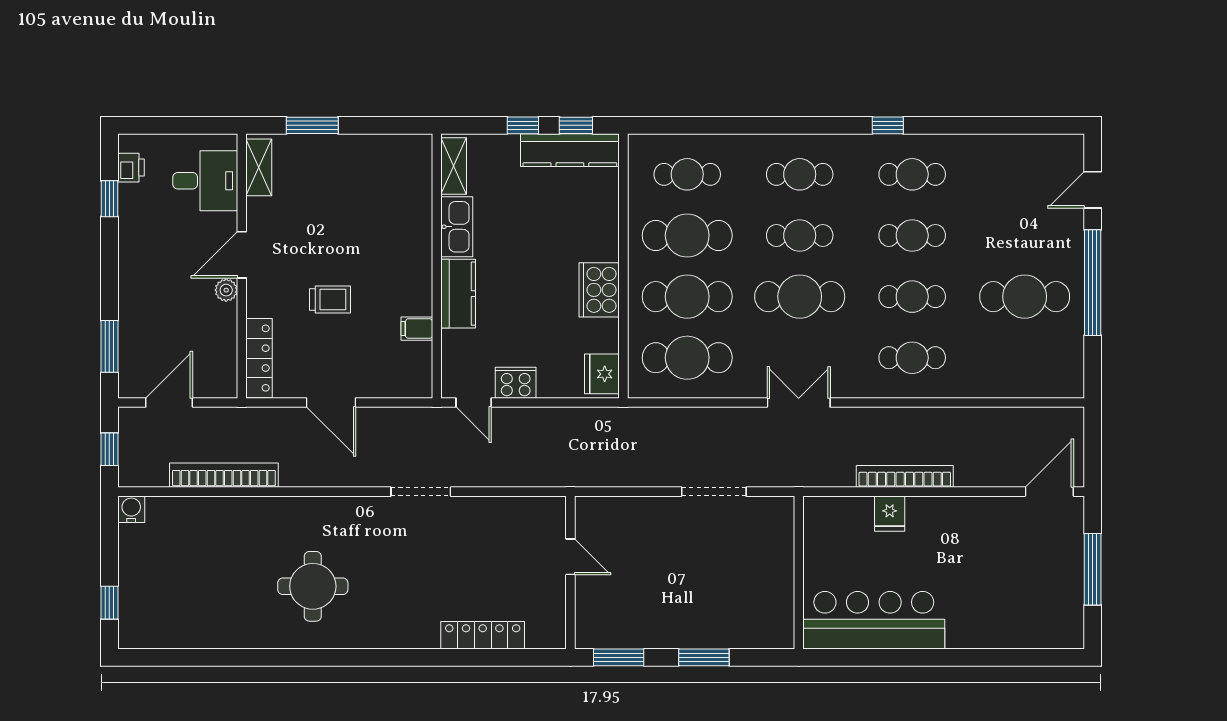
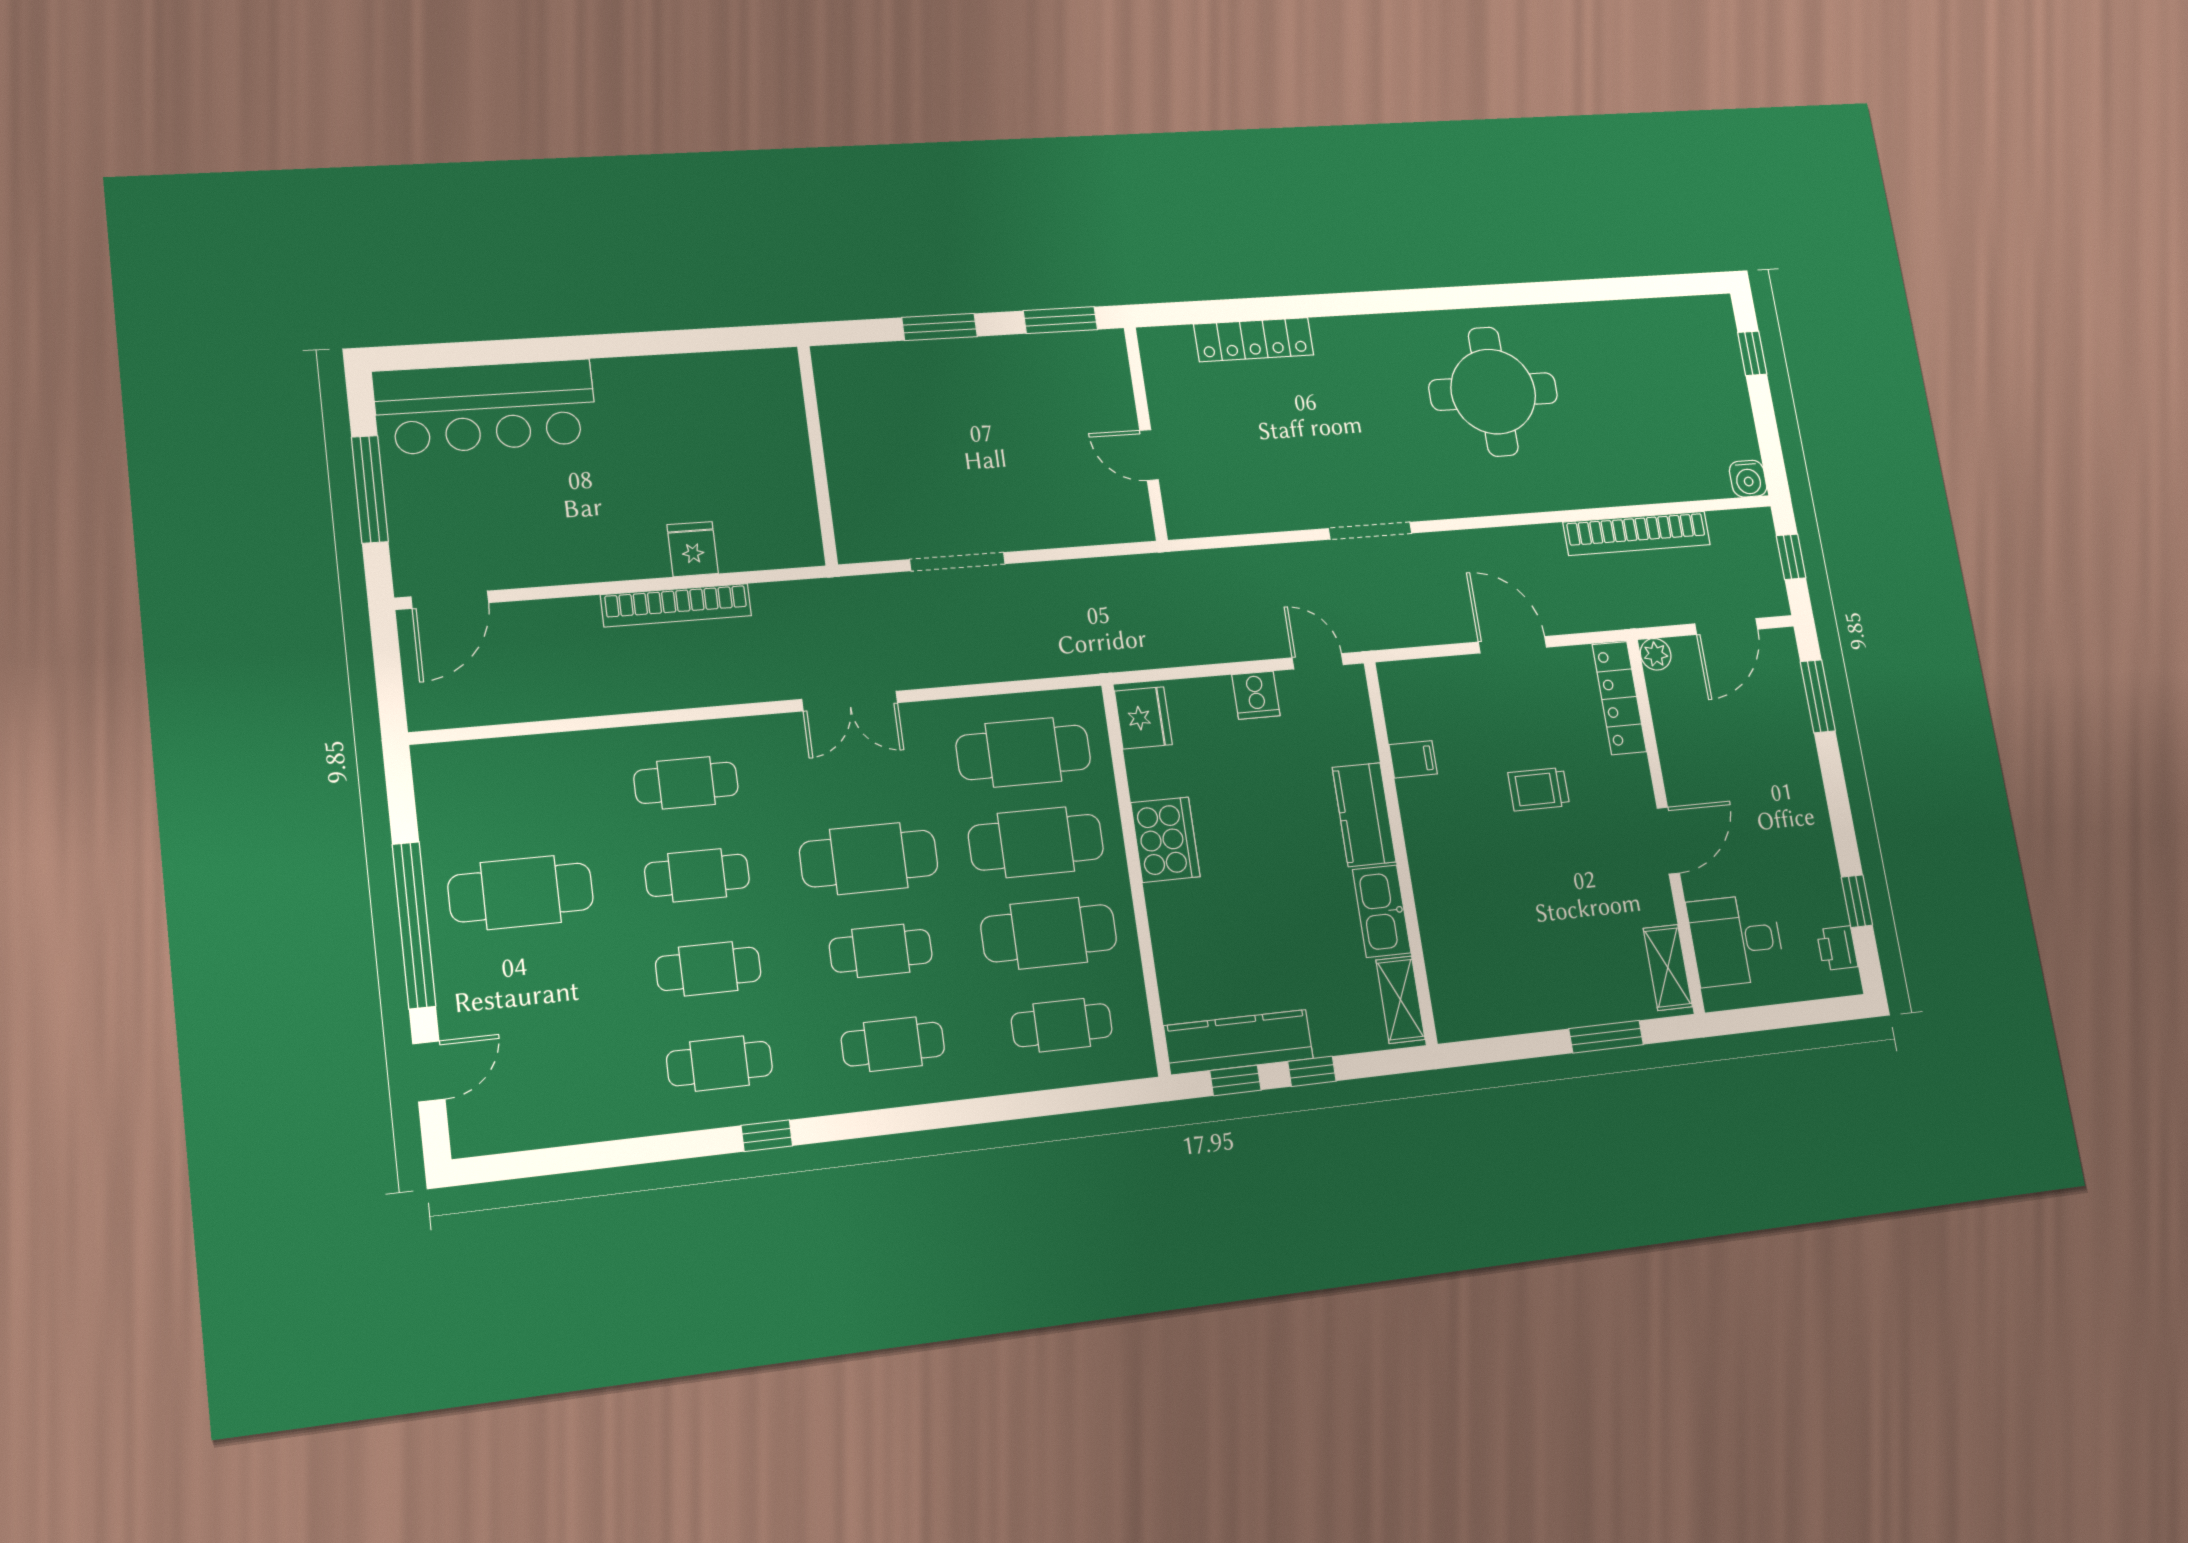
plant: (226, 290) -> (1656, 654), moved
cooker: (516, 383) -> (1256, 695), width x0.73
round table: (313, 586) -> (1493, 392), width x1.36, depth x1.36
bar counter: (874, 620) -> (486, 407), moved

